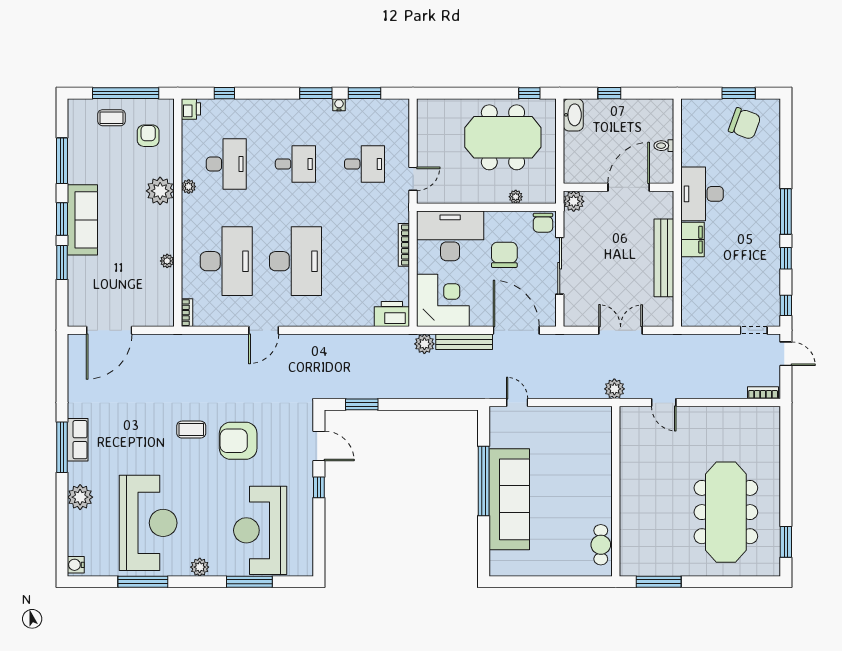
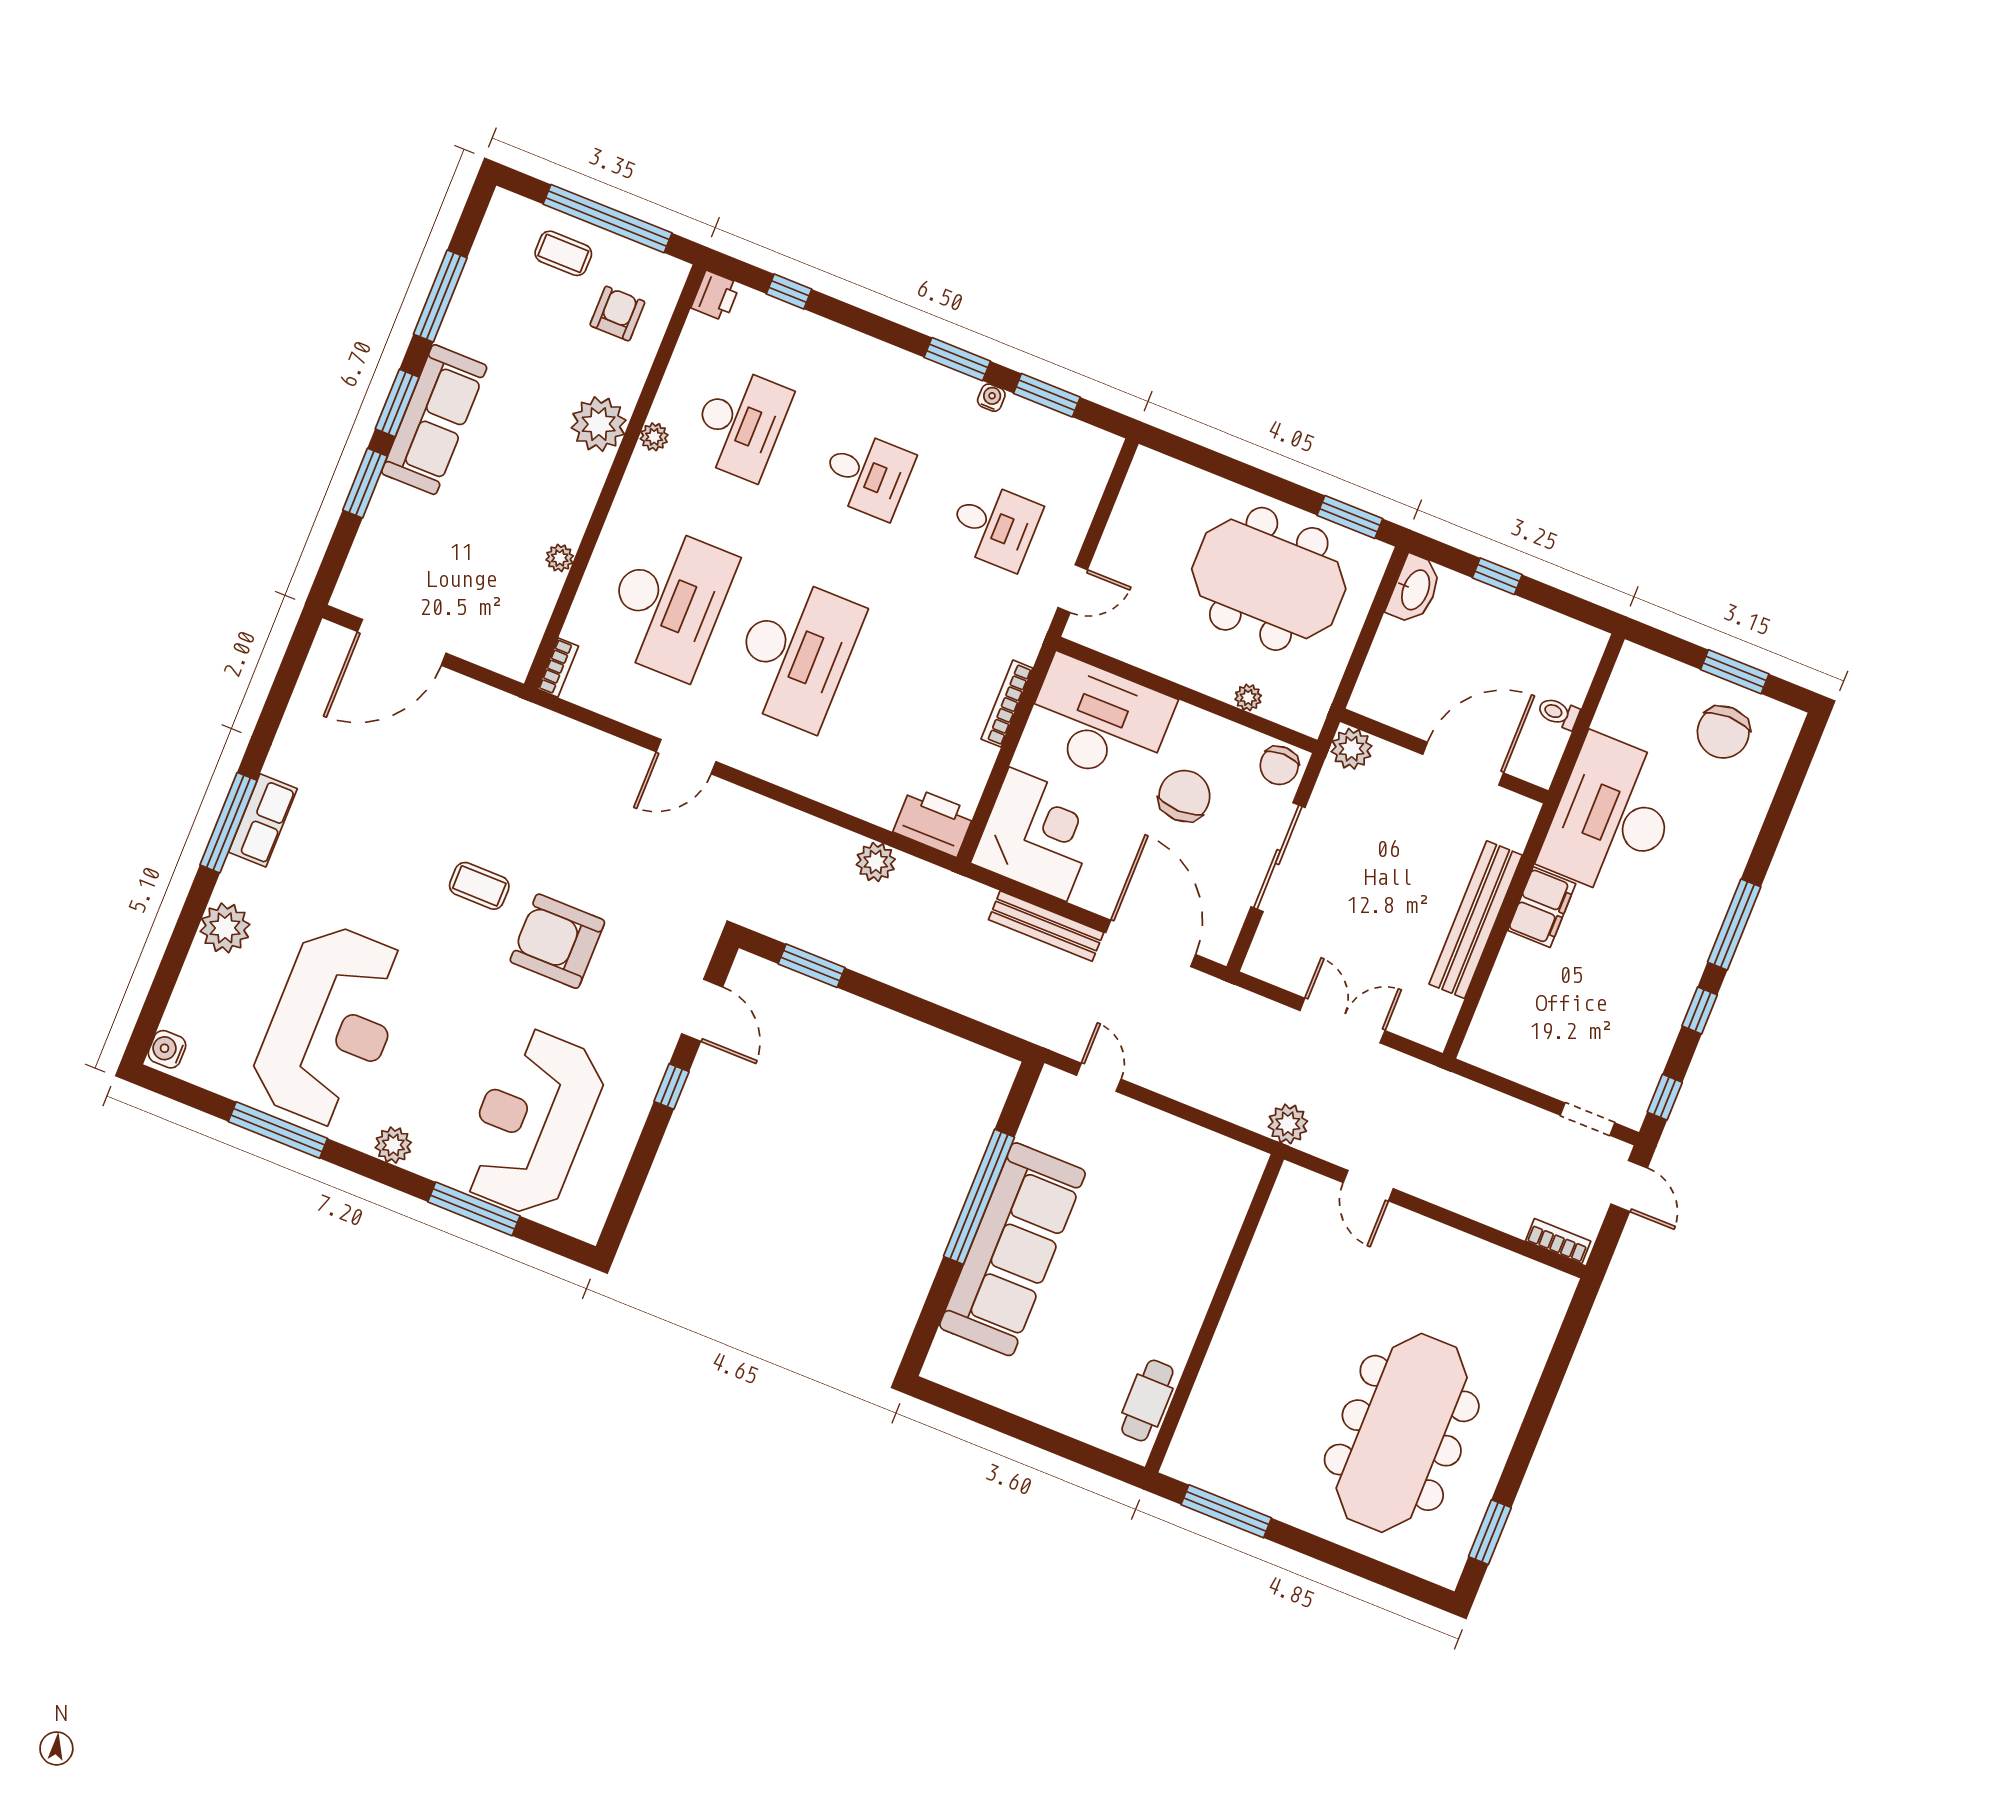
window: (529, 93) -> (1350, 517), width x1.50
chair: (745, 124) -> (1723, 732), turned 70
desk: (702, 194) -> (1612, 817), width x1.36, depth x1.30
plant: (424, 344) -> (876, 862), moved

